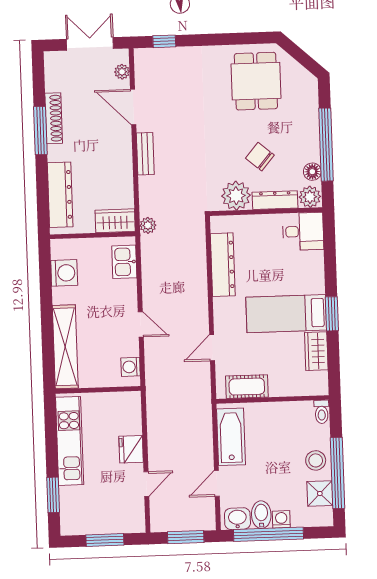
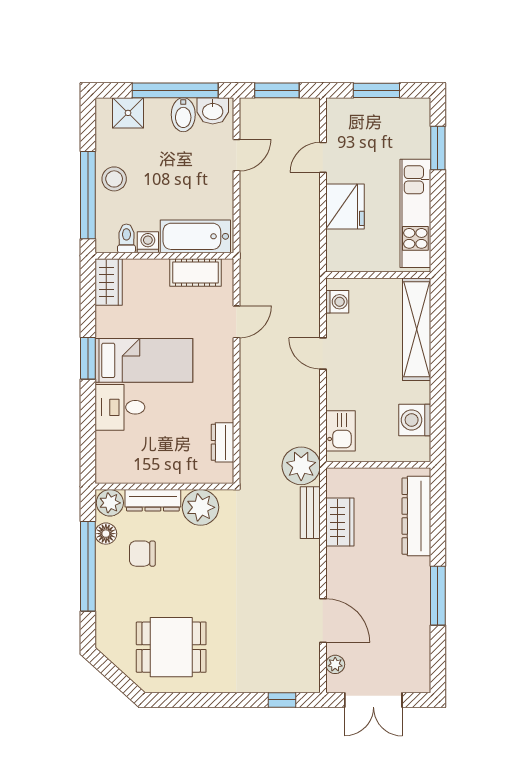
dining table: (256, 81) -> (171, 647), turned 90
shoe rack: (54, 118) -> (421, 610), removed
bench: (145, 154) -> (310, 513), moved
chair: (260, 157) -> (142, 554), moved, turned 140
wardrobe: (115, 221) -> (340, 522), moved, turned -90
plant: (148, 225) -> (301, 466), width x1.88, depth x1.88
desk: (303, 231) -> (120, 407), moved
dresser: (223, 265) -> (222, 442), width x0.51, depth x0.80
wardrobe: (316, 351) -> (109, 282), moved
toilet: (322, 412) -> (126, 238), moved
bathtub: (231, 437) -> (195, 236), moved, turned 90
fridge: (131, 449) -> (345, 207), width x1.36, depth x1.34
window: (337, 473) -> (88, 195), moved
shower: (320, 494) -> (128, 113), moved
washing machine: (281, 519) -> (148, 242), moved, turned 180

